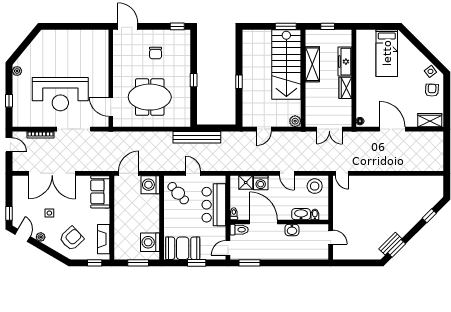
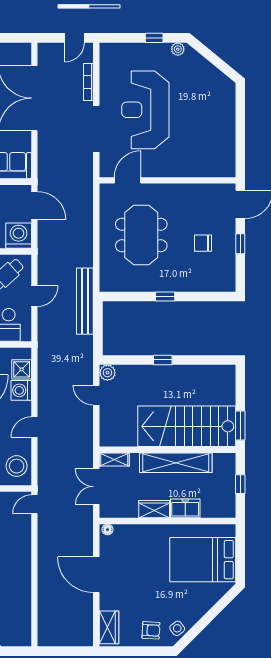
window: (177, 26) -> (240, 244), moved
bed: (387, 53) -> (203, 560), width x1.50
freezer: (345, 62) -> (185, 508), width x0.71
shelving: (312, 64) -> (176, 463), width x1.47
window: (9, 101) -> (154, 38), moved
shelving: (310, 116) -> (114, 460), added
plant: (295, 121) -> (107, 373), moved
door: (392, 129) -> (96, 575), swing flipped

